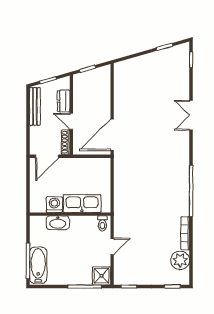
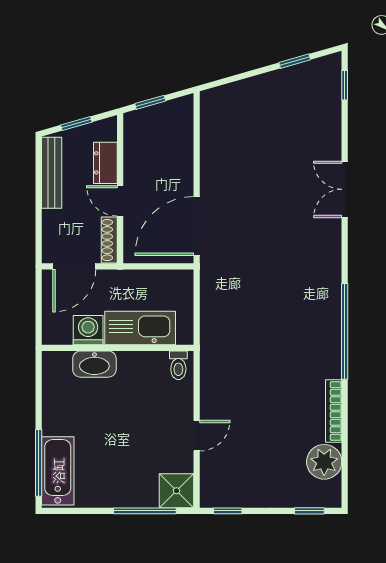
kitchen sink: (82, 204) -> (140, 328), moved
washing machine: (54, 205) -> (88, 330), moved
wall: (70, 214) -> (118, 348), moved
washbasin: (58, 223) -> (94, 364), moved
toilet: (102, 223) -> (178, 365), moved

